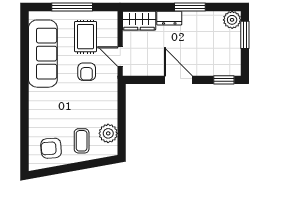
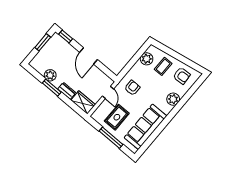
plant: (232, 20) -> (50, 75), moved
window: (245, 35) -> (43, 42), moved
armchair: (87, 72) -> (132, 88), moved
plant: (38, 113) -> (173, 99), added

